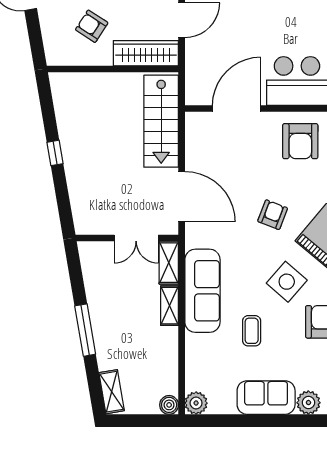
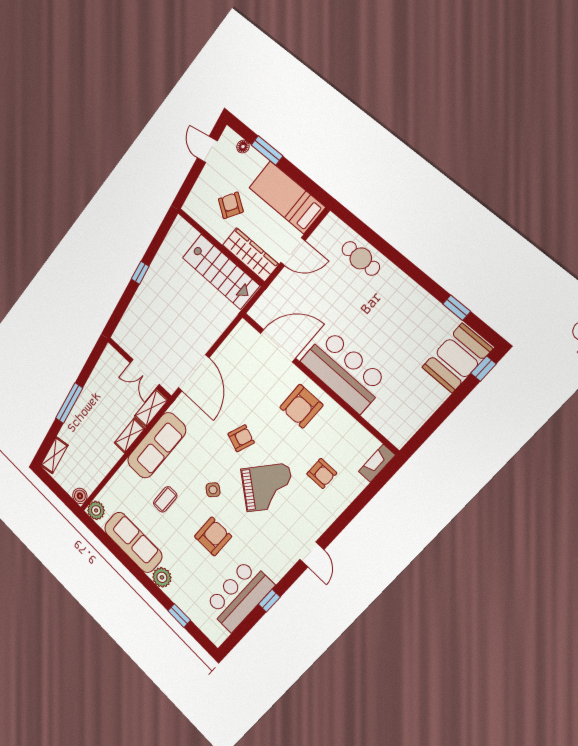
stairs: (161, 121) -> (221, 272), moved, turned -90
side table: (287, 282) -> (213, 490), width x0.54, depth x0.54
sofa: (266, 398) -> (133, 542), width x1.36

